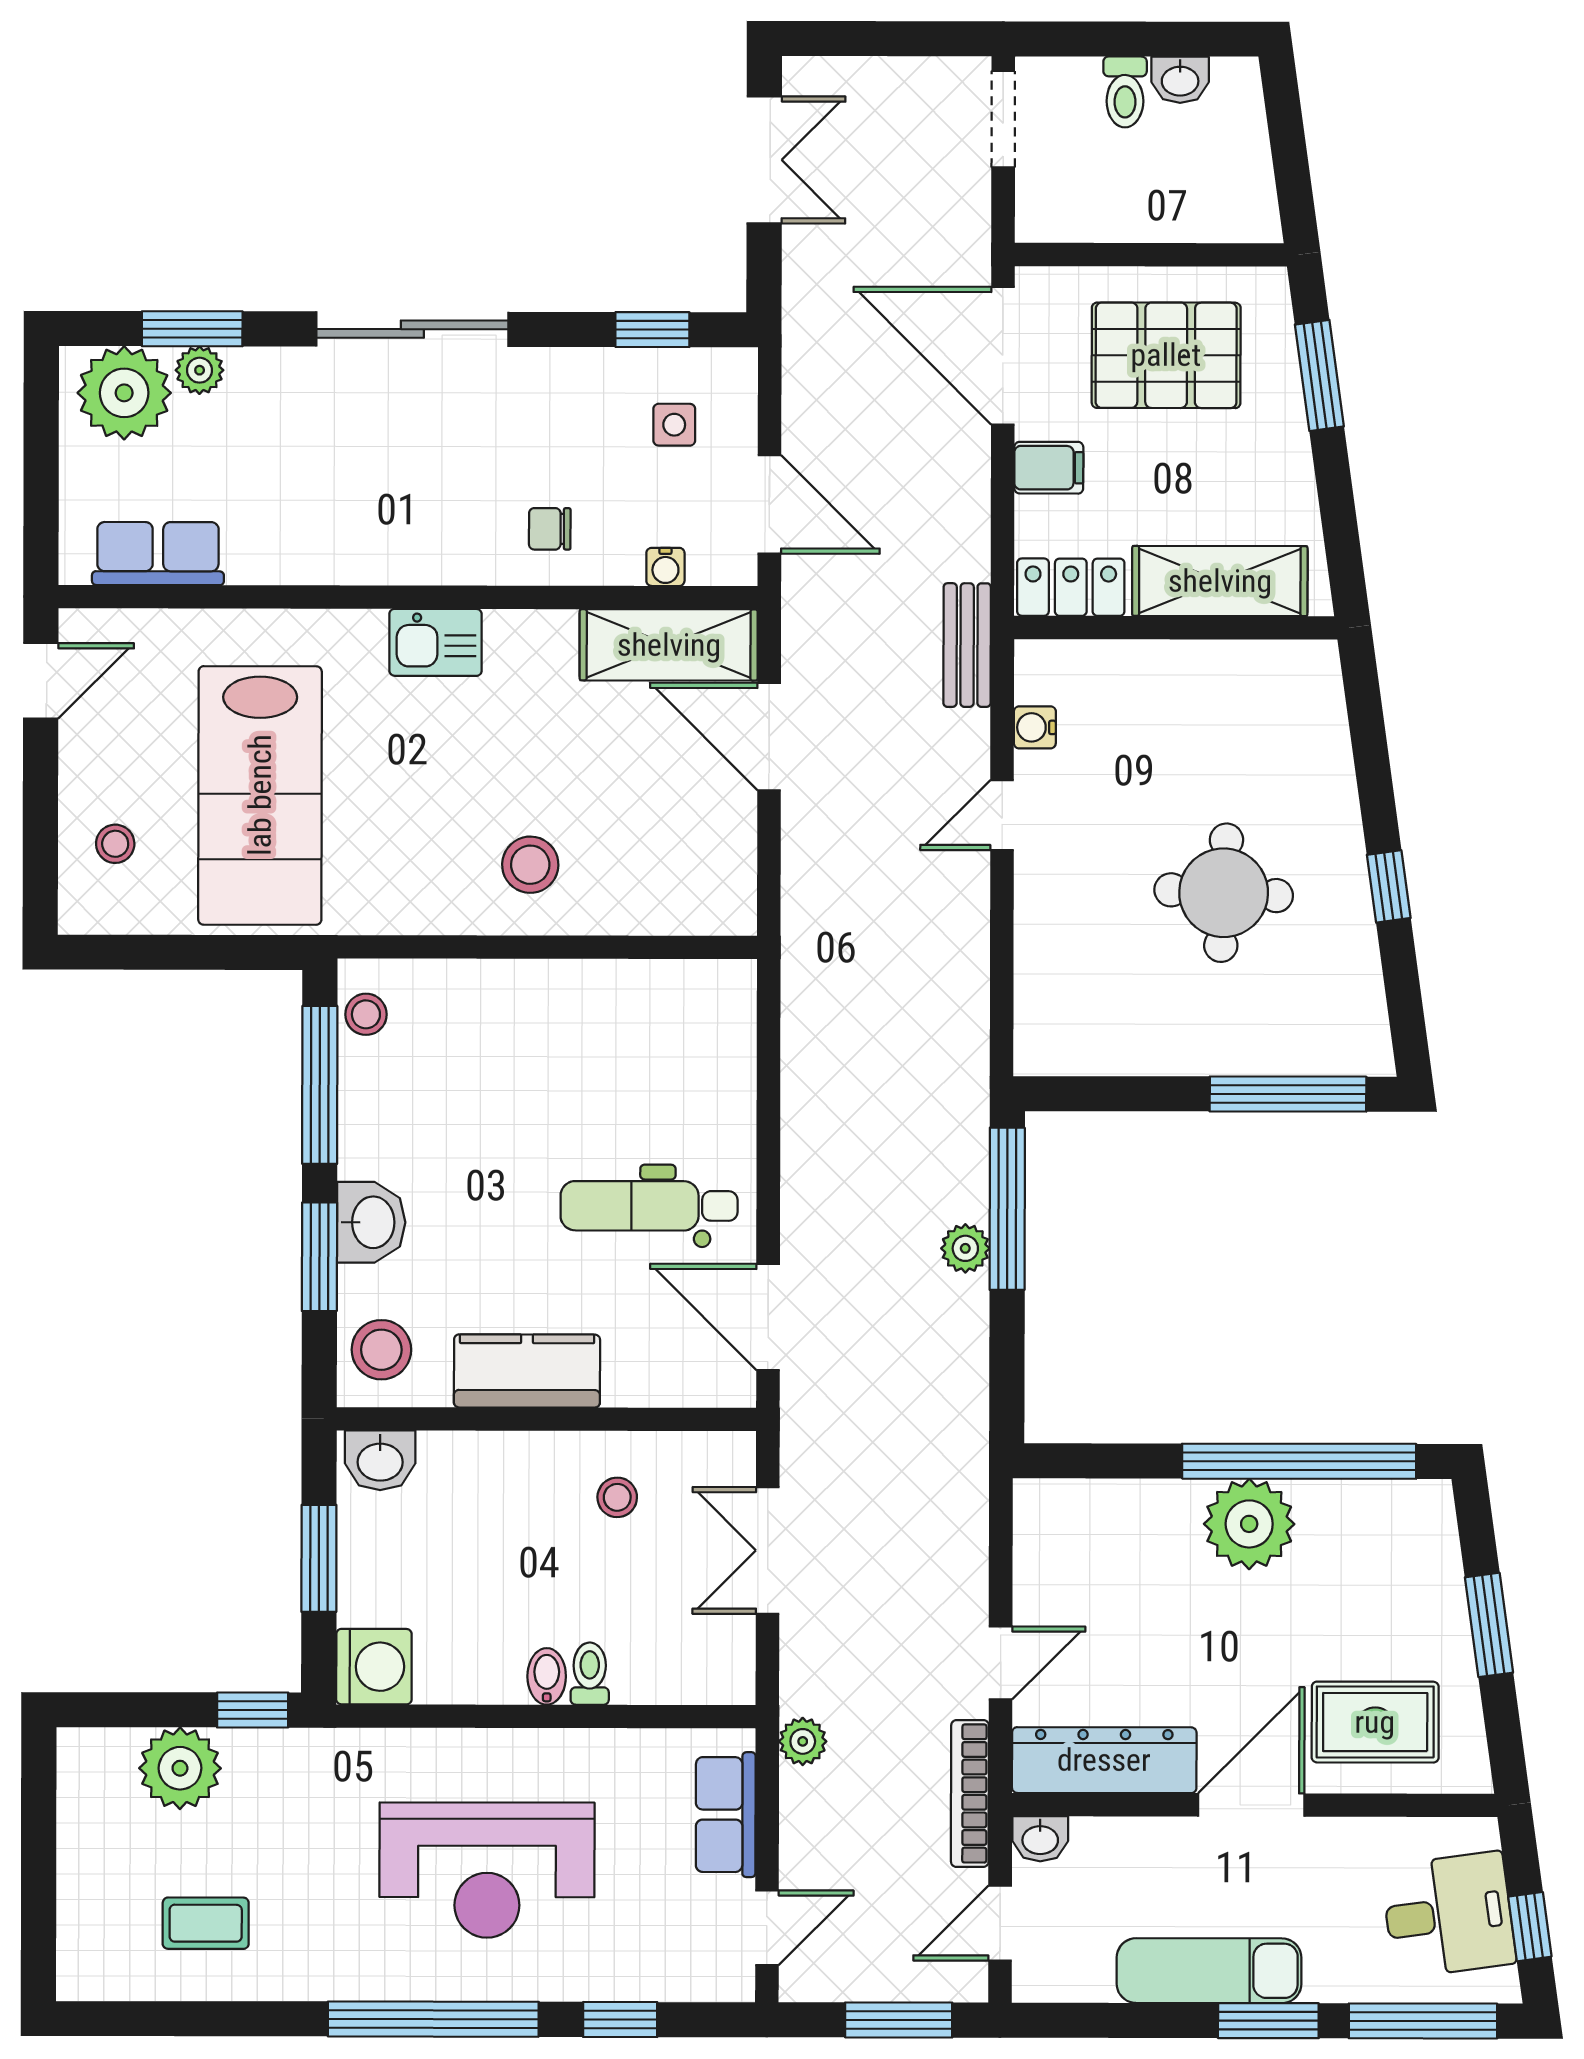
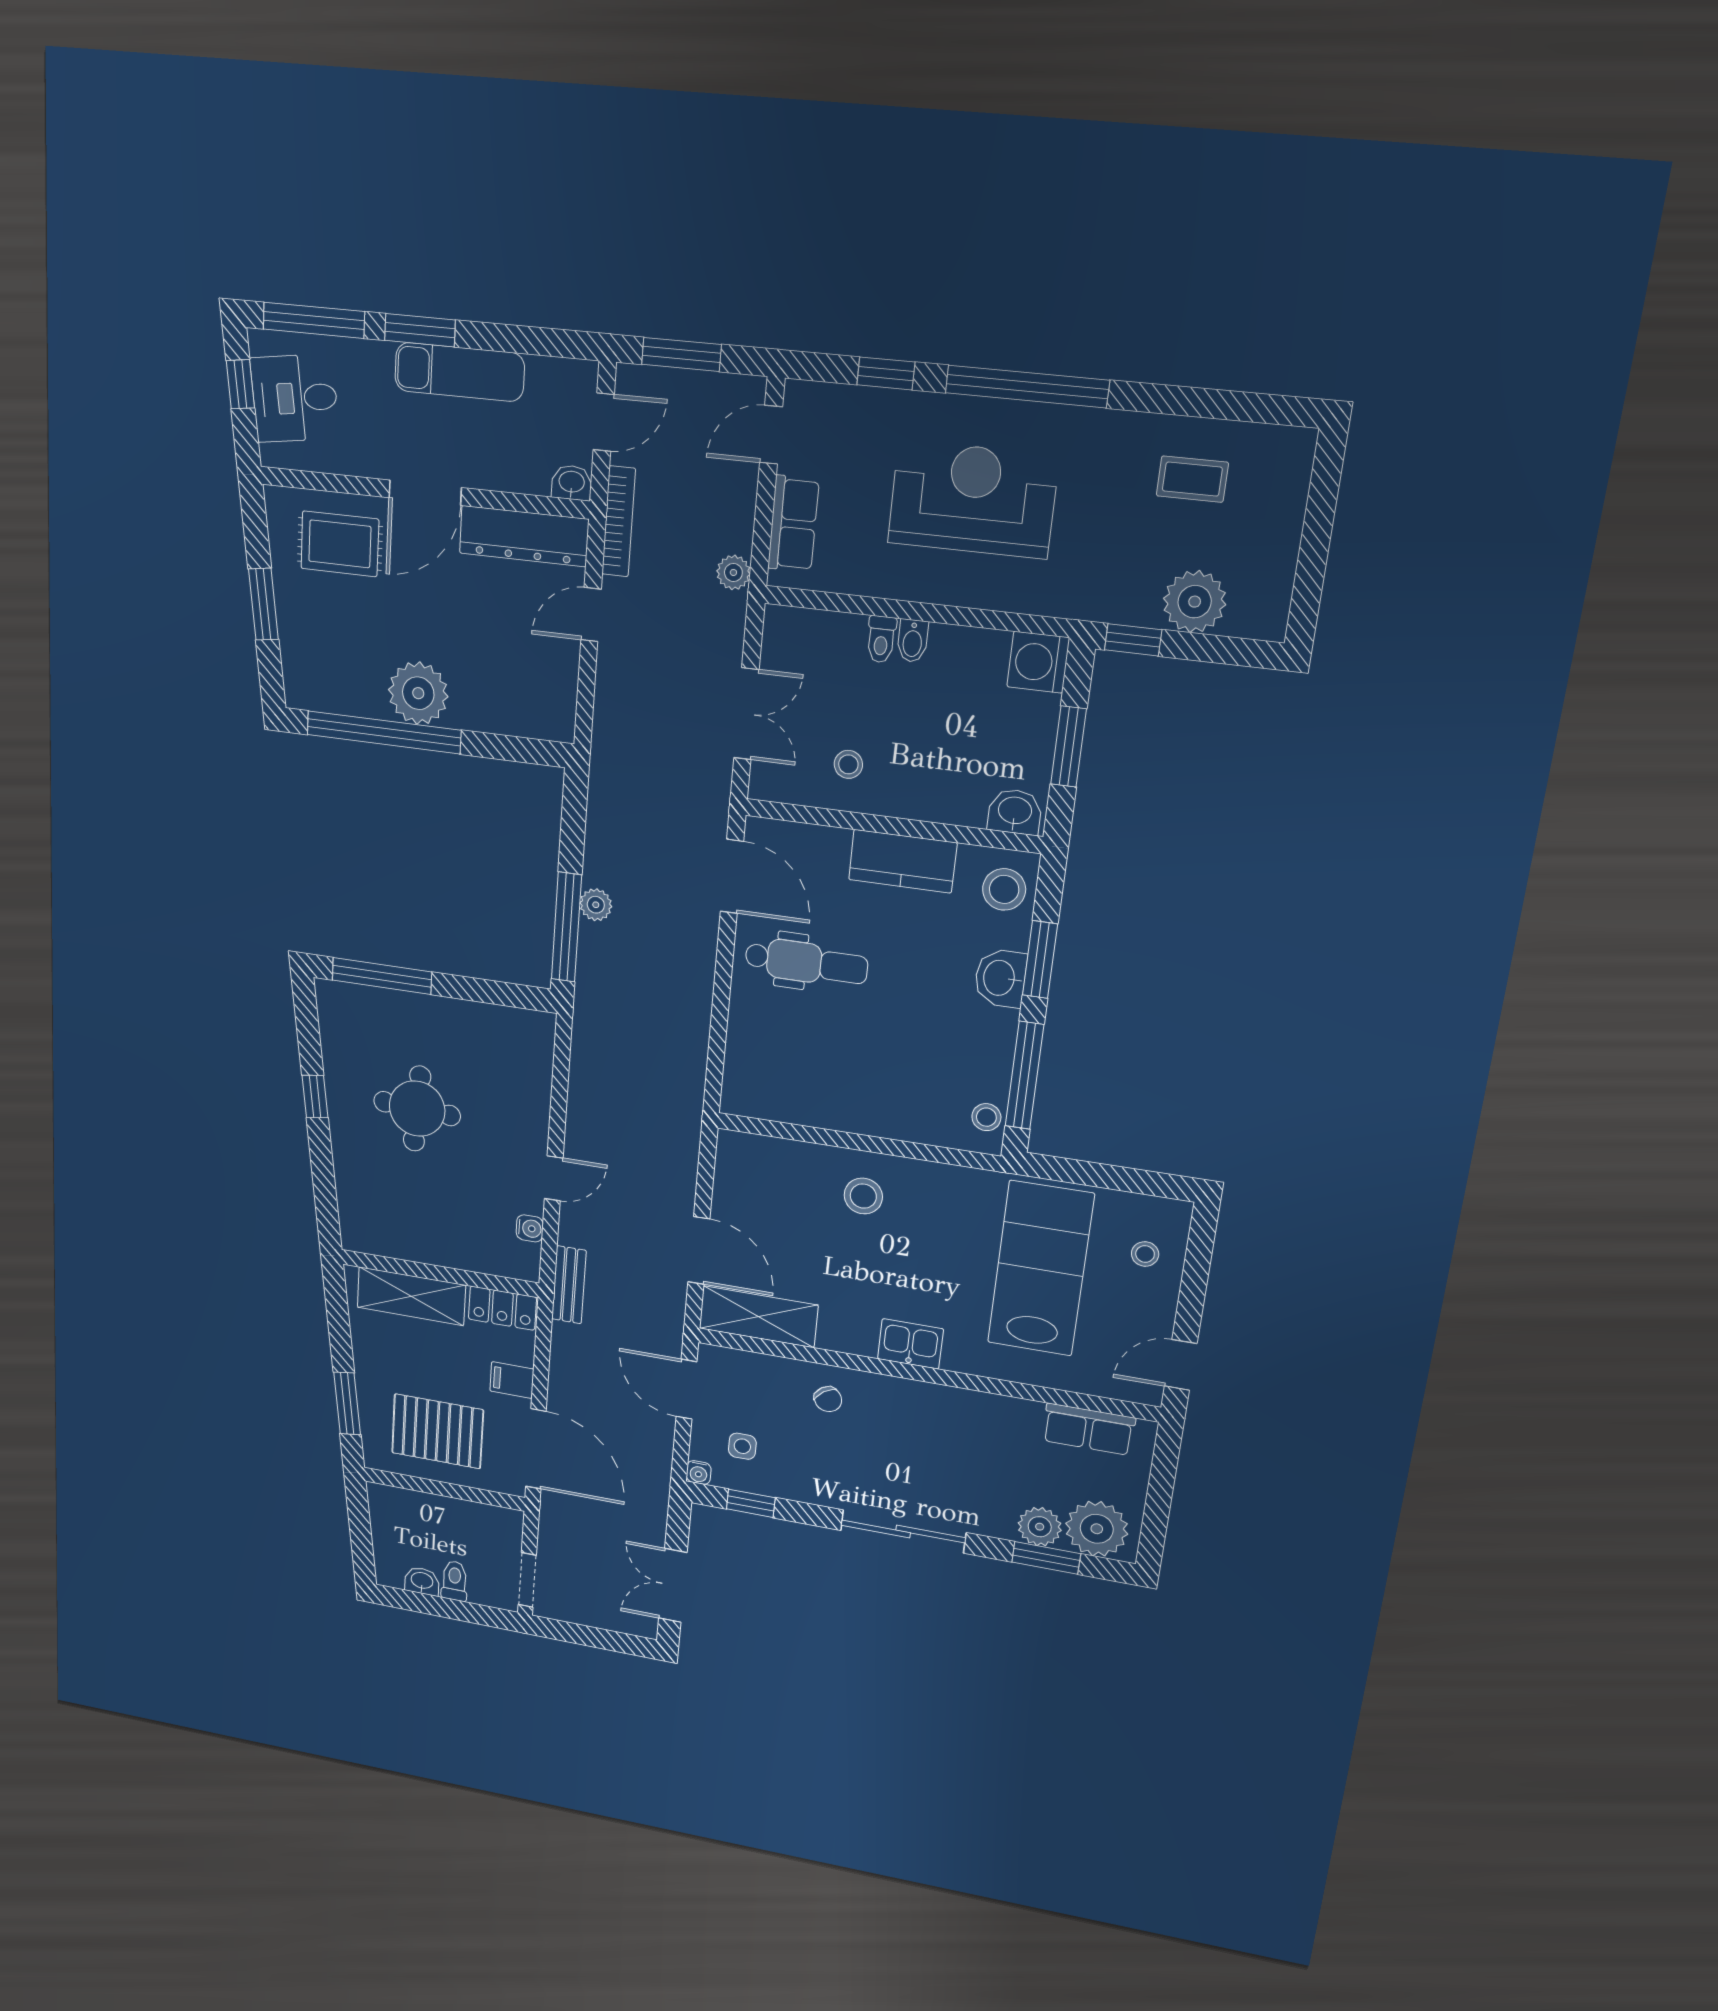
plant: (200, 370) -> (1040, 1527), width x1.38, depth x1.38
chair: (550, 529) -> (828, 1399), turned 54
water cooler: (665, 567) -> (699, 1472), moved, turned 180

